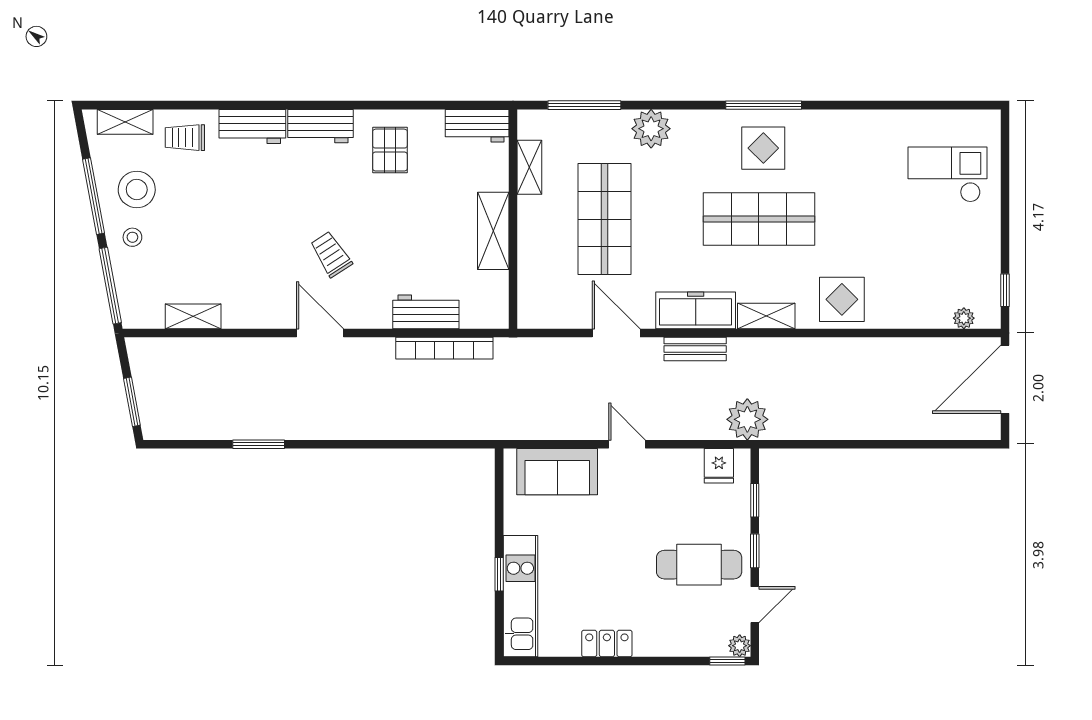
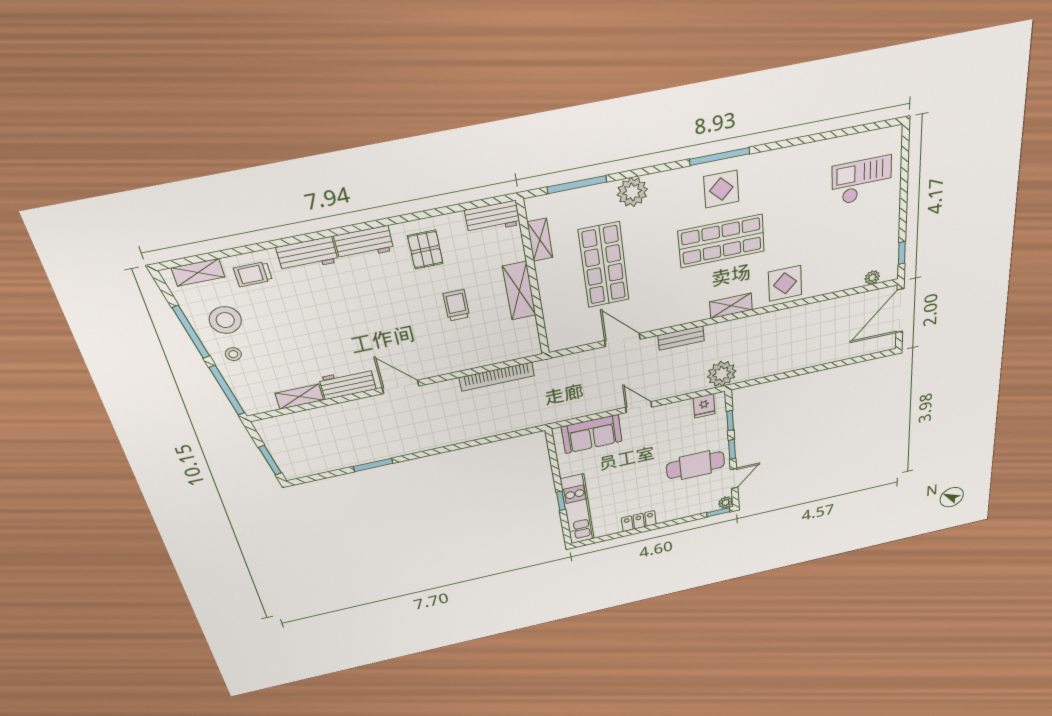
trolley: (331, 254) -> (456, 305), moved, turned 33
freezer: (696, 310) -> (679, 313), removed
workbench: (426, 312) -> (348, 383), moved

